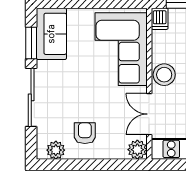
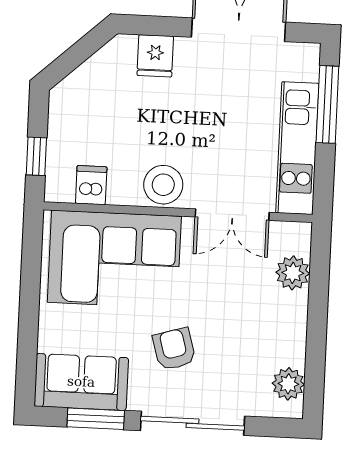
dishwasher: (160, 19) -> (91, 185), moved, turned -90
armchair: (85, 133) -> (174, 349), moved, turned 74
plant: (137, 150) -> (293, 273), moved

